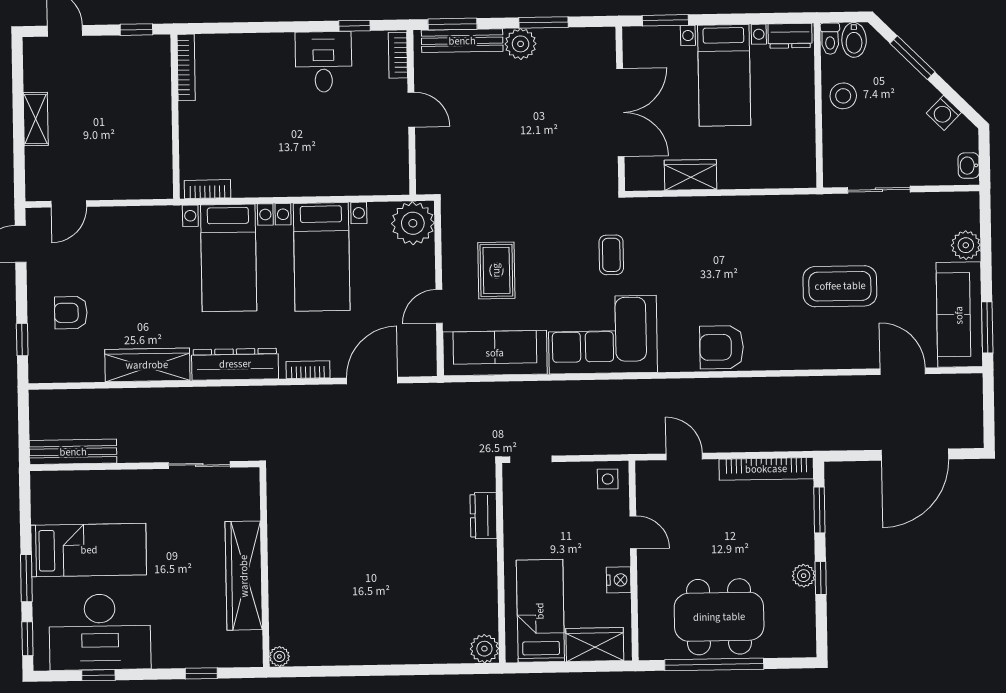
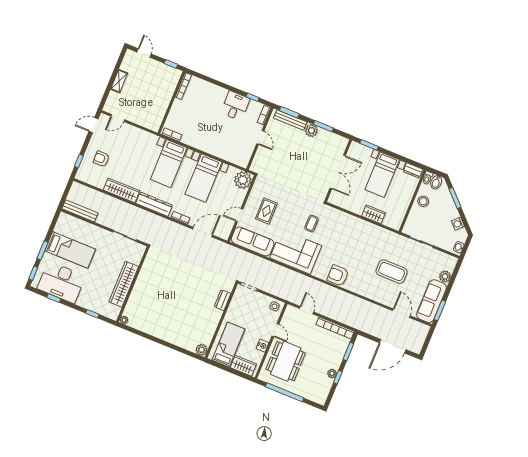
wardrobe: (691, 175) -> (374, 214), moved
dining table: (719, 617) -> (286, 361), moved, turned 90

